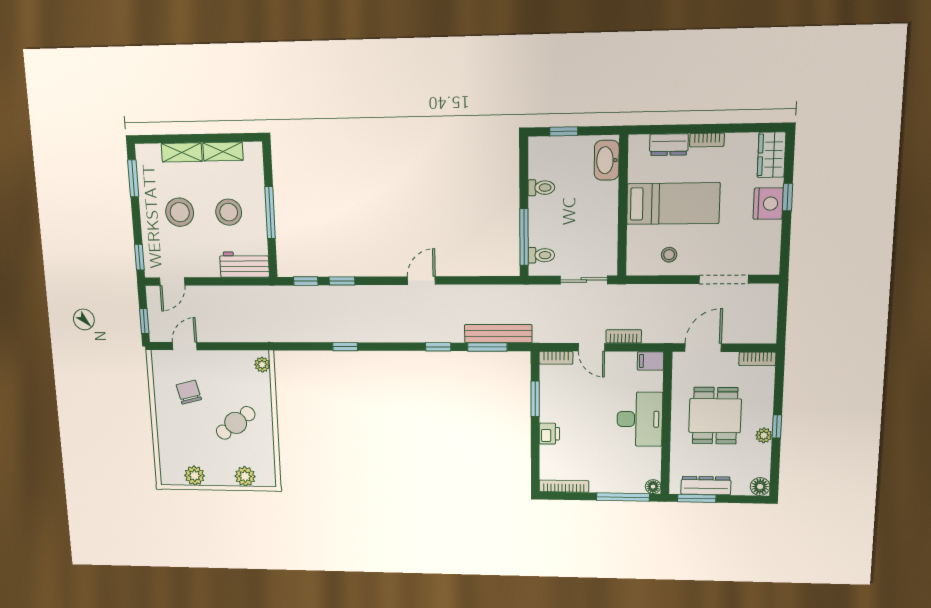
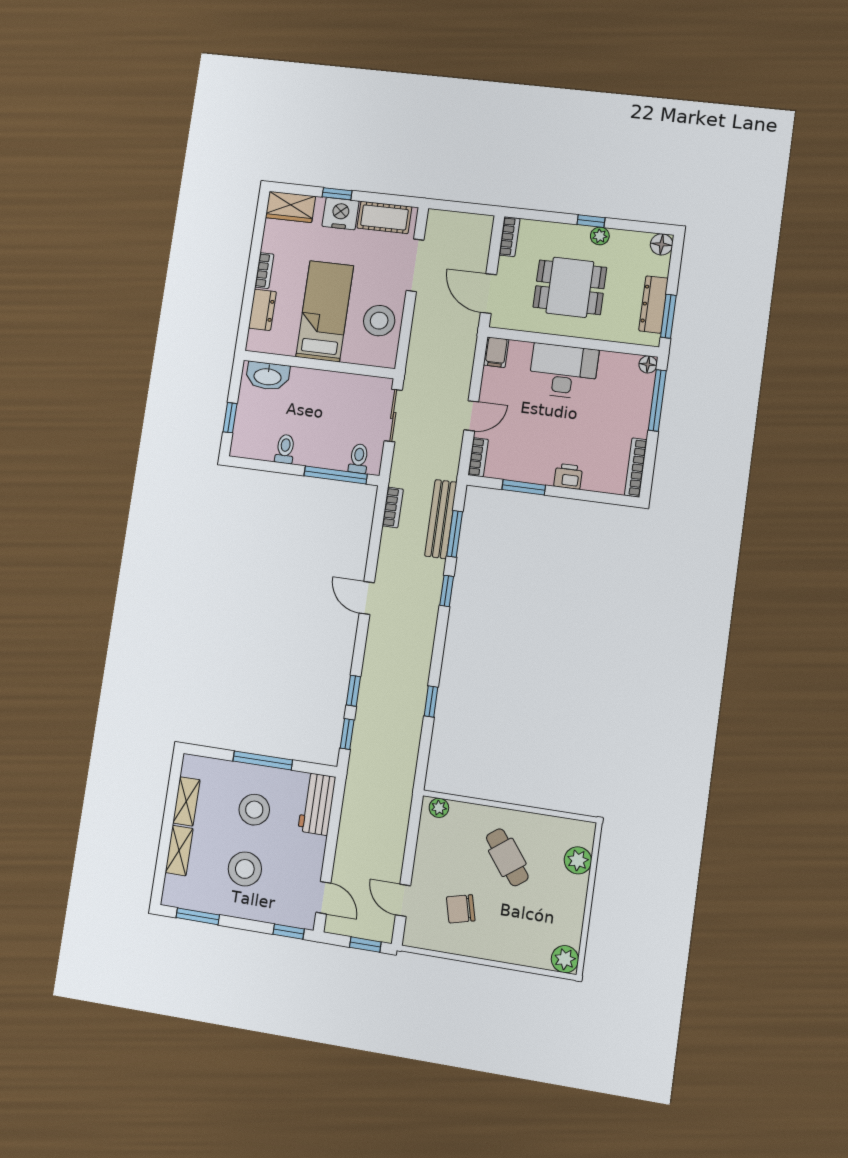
cot: (767, 245) -> (384, 217), added
stool: (669, 255) -> (379, 321), width x1.89, depth x1.89
bookcase: (624, 336) -> (393, 507), moved, turned 180
plant: (195, 476) -> (565, 959), moved

